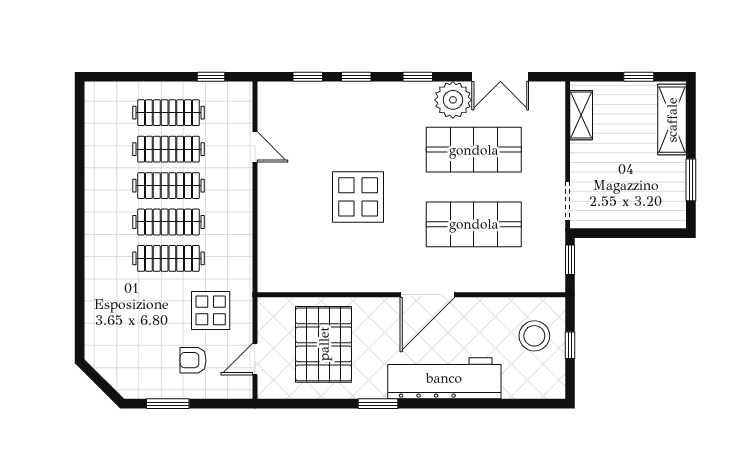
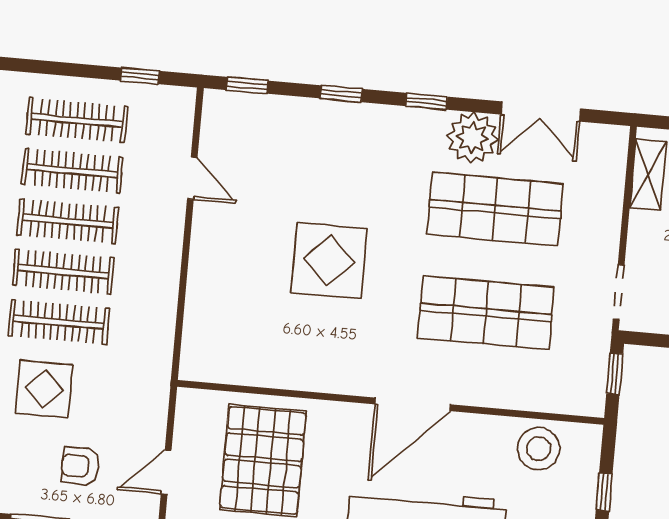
window: (308, 77) -> (247, 85), moved
display table: (211, 310) -> (44, 389), moved
stool: (534, 336) -> (539, 449), moved

